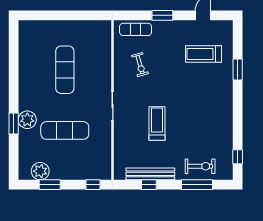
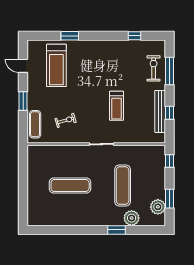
treadmill: (204, 54) -> (56, 65), width x1.37, depth x1.38
plant: (27, 120) -> (132, 218), moved
treadmill: (157, 123) -> (117, 106), turned -90
window: (238, 157) -> (135, 36), moved

